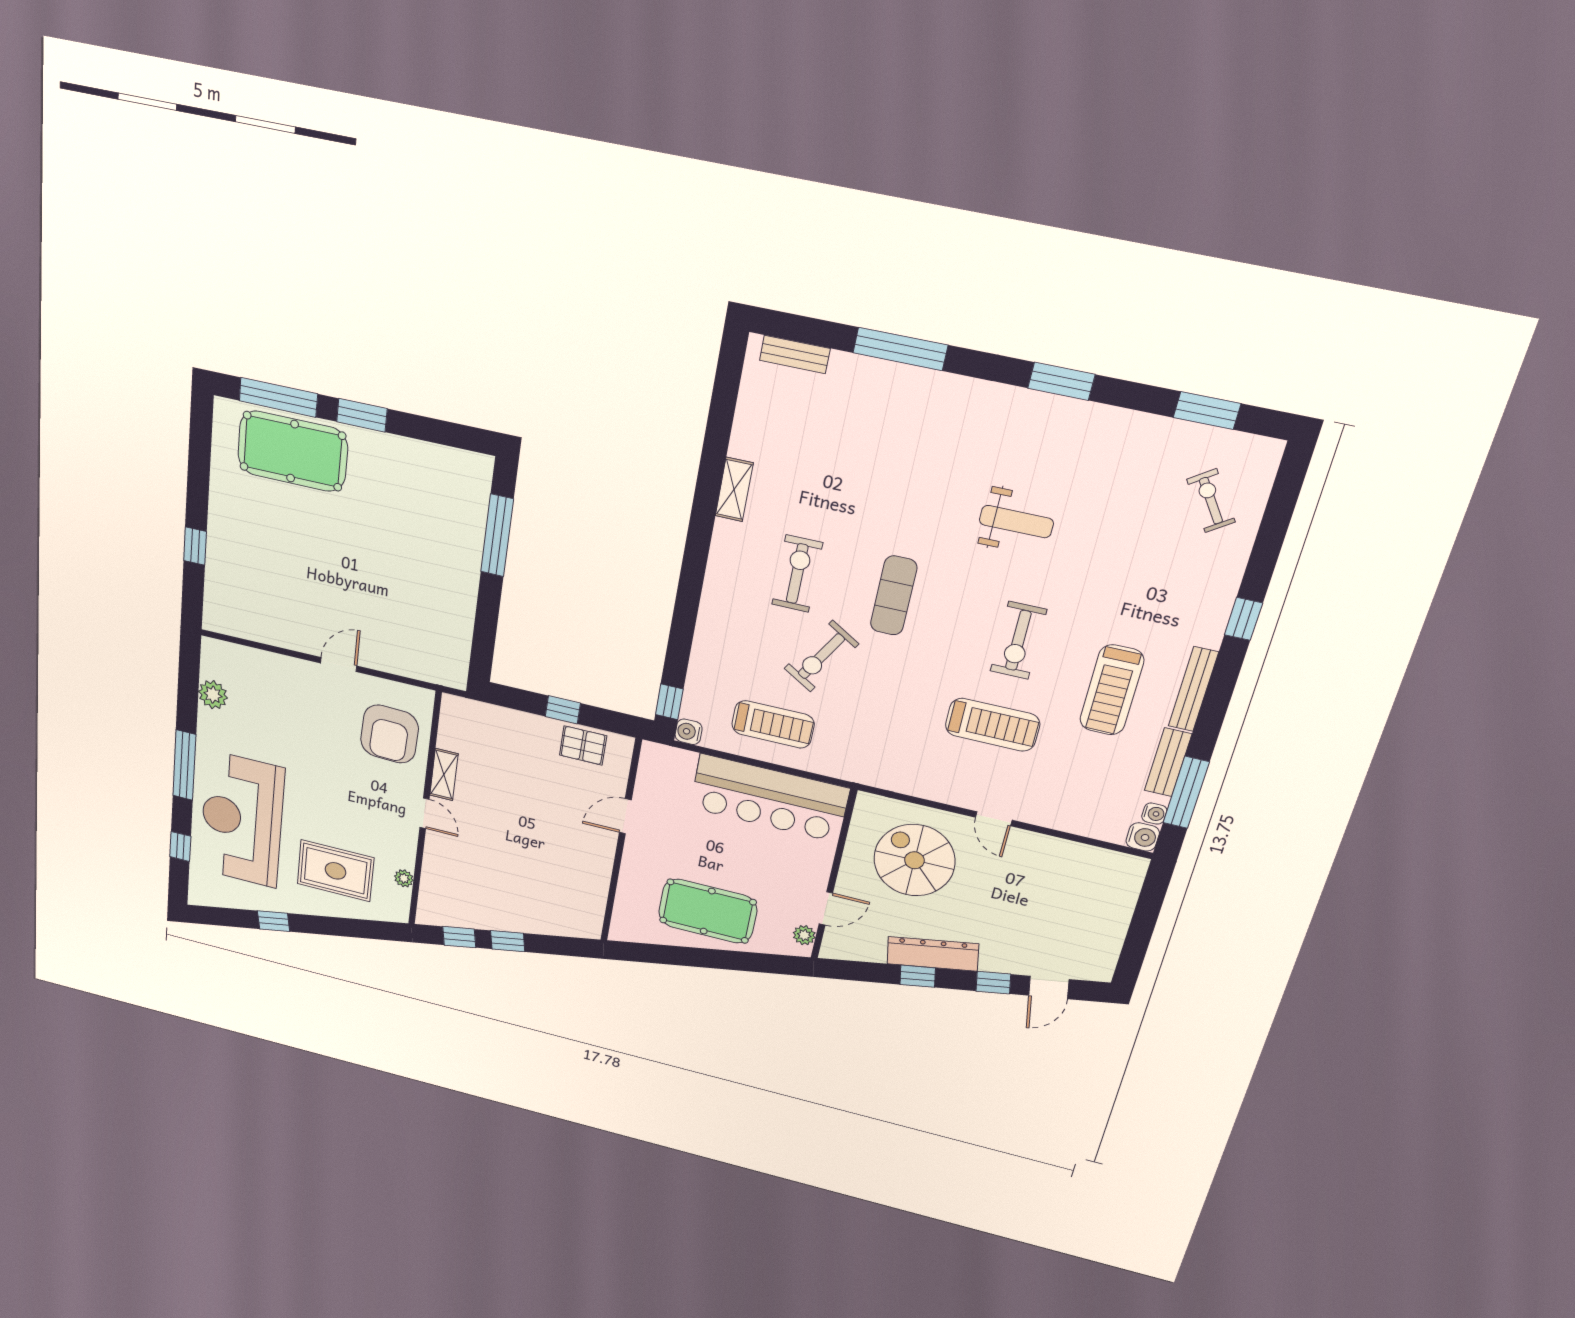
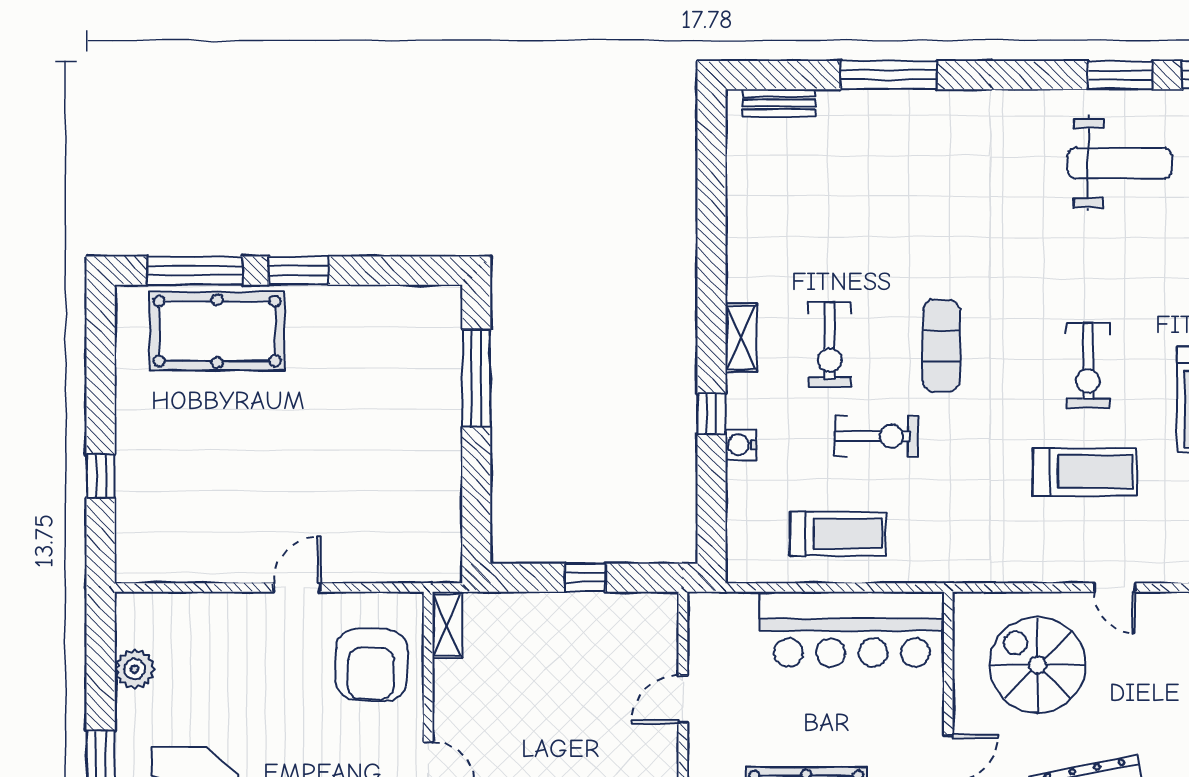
window: (1061, 381) -> (1120, 75), moved
shelving: (734, 489) -> (741, 338), moved
weight bench: (1016, 522) -> (1120, 163), moved, width x1.36, depth x1.33
exercise bike: (797, 574) -> (830, 345), turned 180
exercise bike: (821, 656) -> (877, 436), turned -121
window: (669, 702) -> (712, 414), moved
water cooler: (689, 732) -> (741, 445), moved
pallet: (583, 745) -> (617, 618), removed
shelving: (444, 774) -> (447, 625), moved

